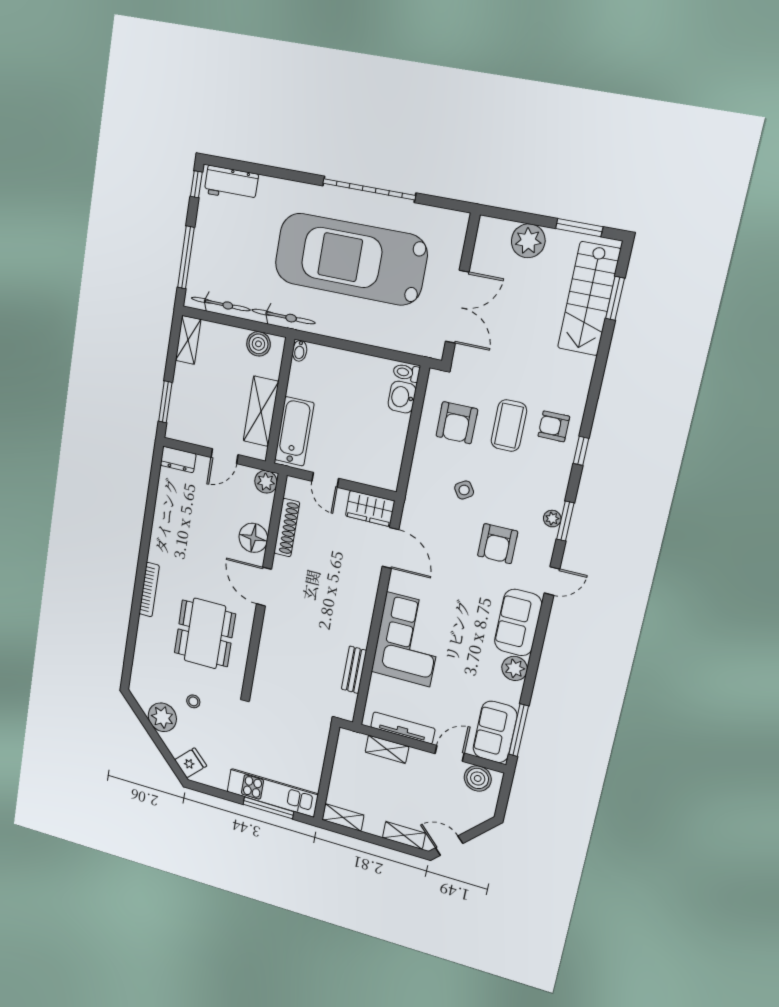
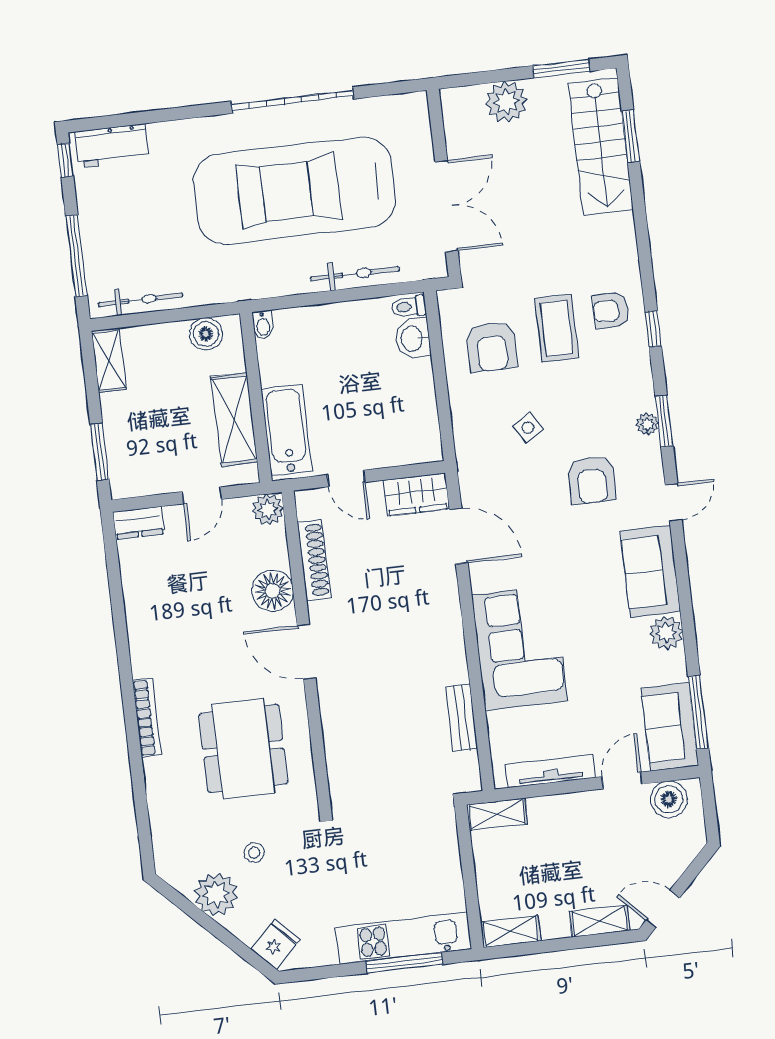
bicycle: (283, 317) -> (355, 274), moved
shelving: (387, 749) -> (497, 814), moved

